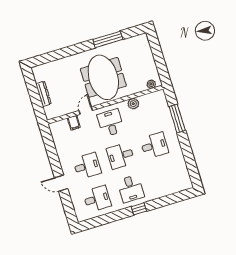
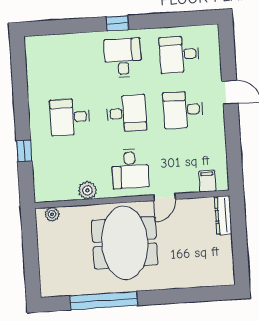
window: (108, 39) -> (104, 301), width x1.46
dresser: (43, 94) -> (223, 215), moved
window: (177, 119) -> (24, 151), width x0.46
filing cabinet: (74, 123) -> (207, 181), moved

